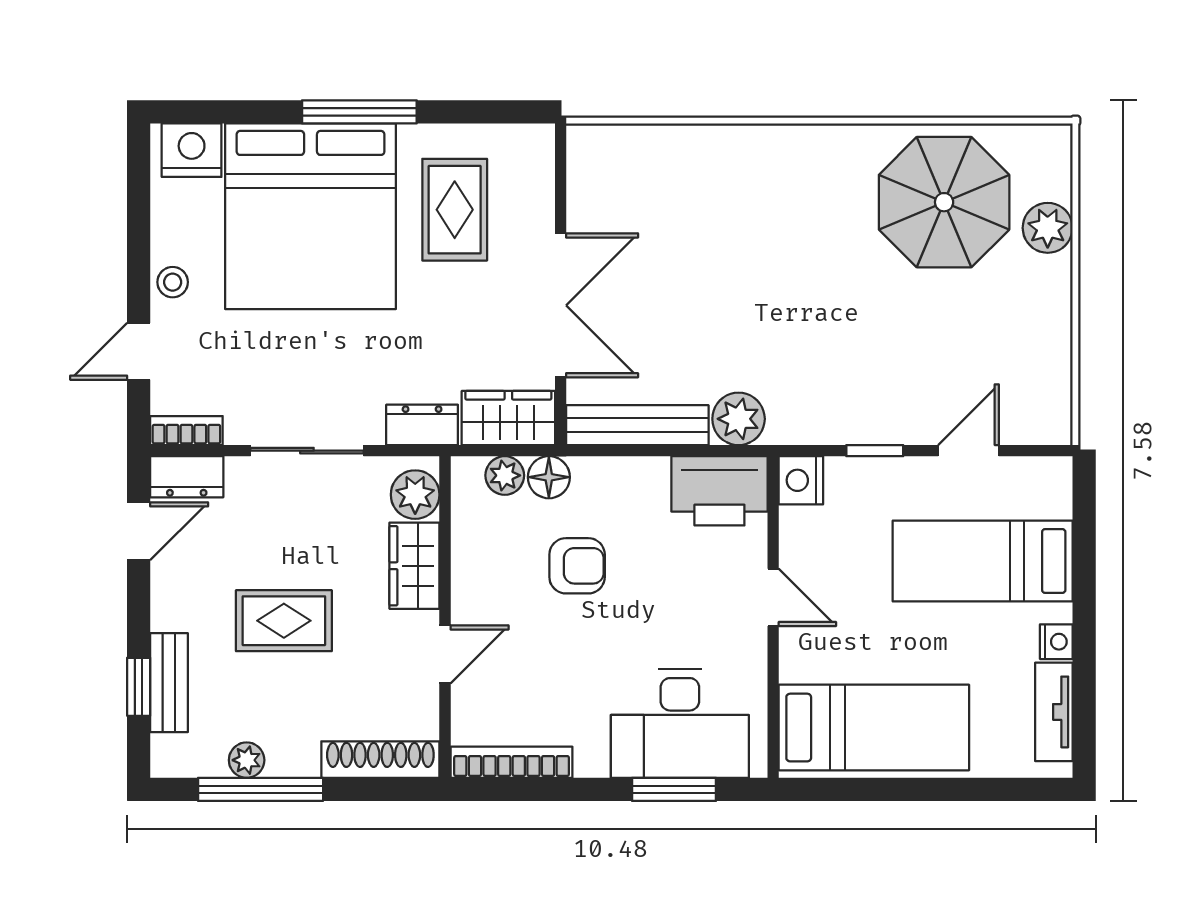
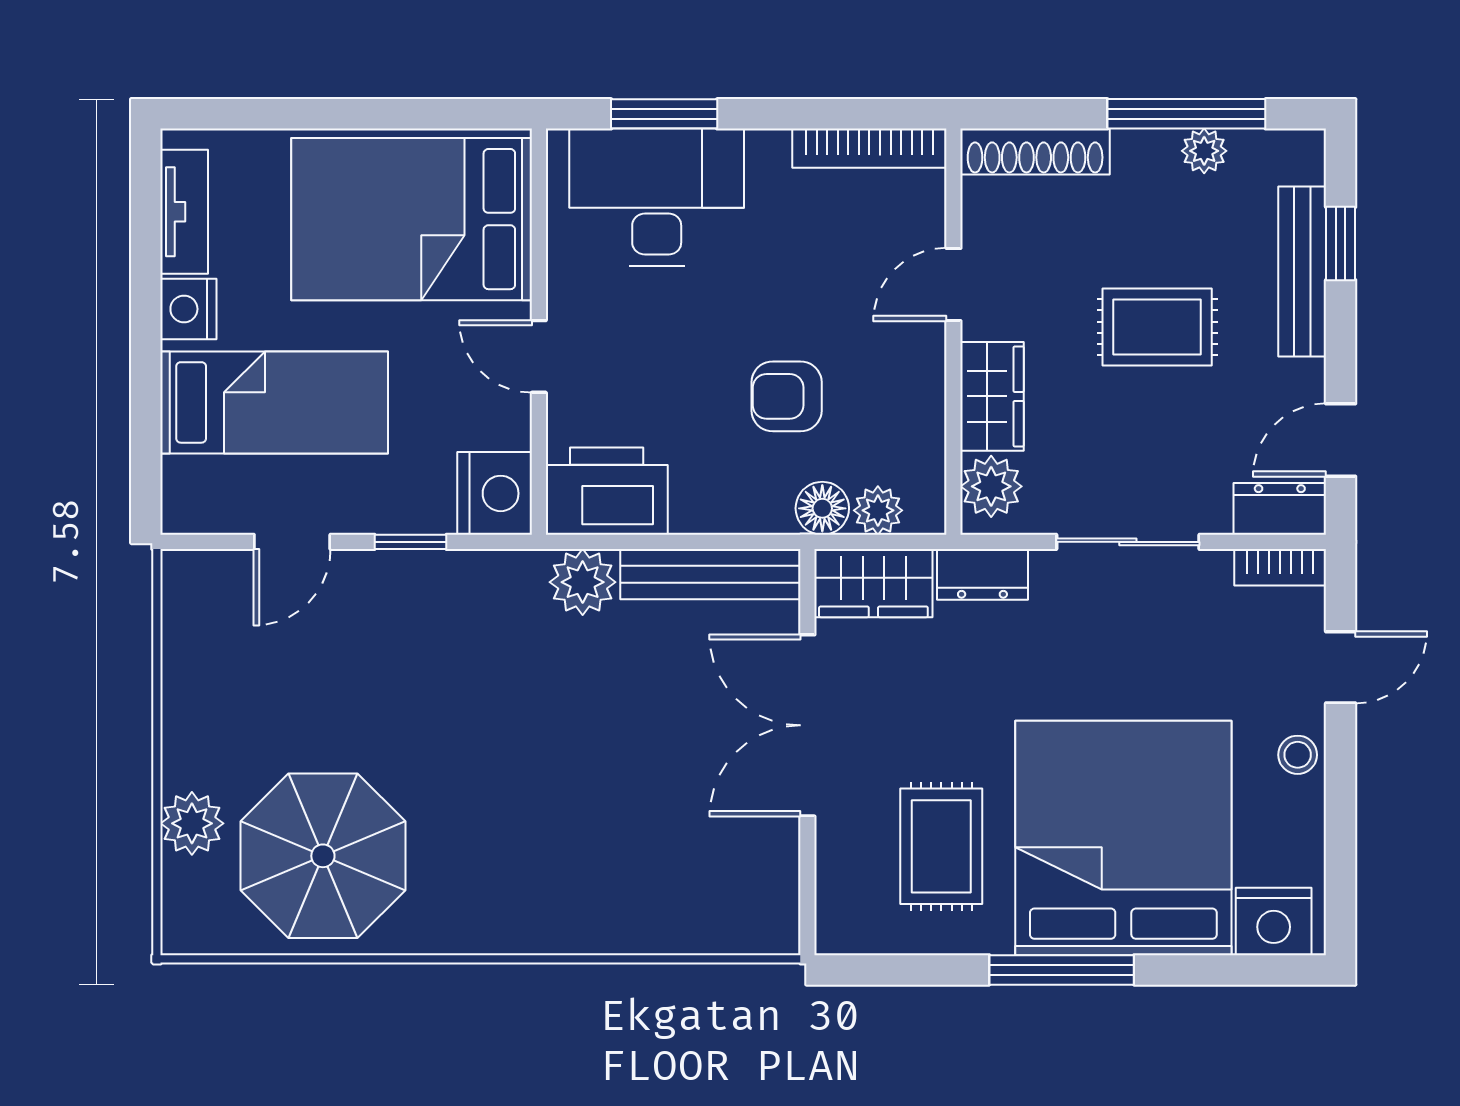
nightstand: (801, 480) -> (495, 493), width x1.36, depth x1.33
nightstand: (1056, 642) -> (188, 309), width x1.39, depth x1.35
bench: (169, 683) -> (1302, 272), width x1.36
bed: (874, 728) -> (412, 219), width x1.50

